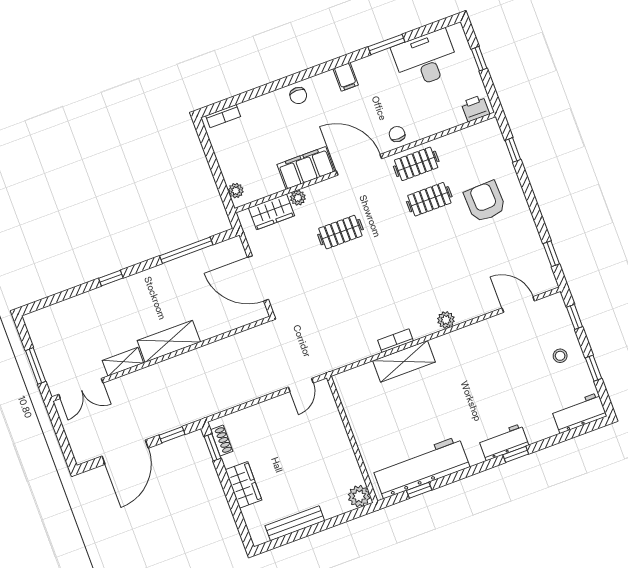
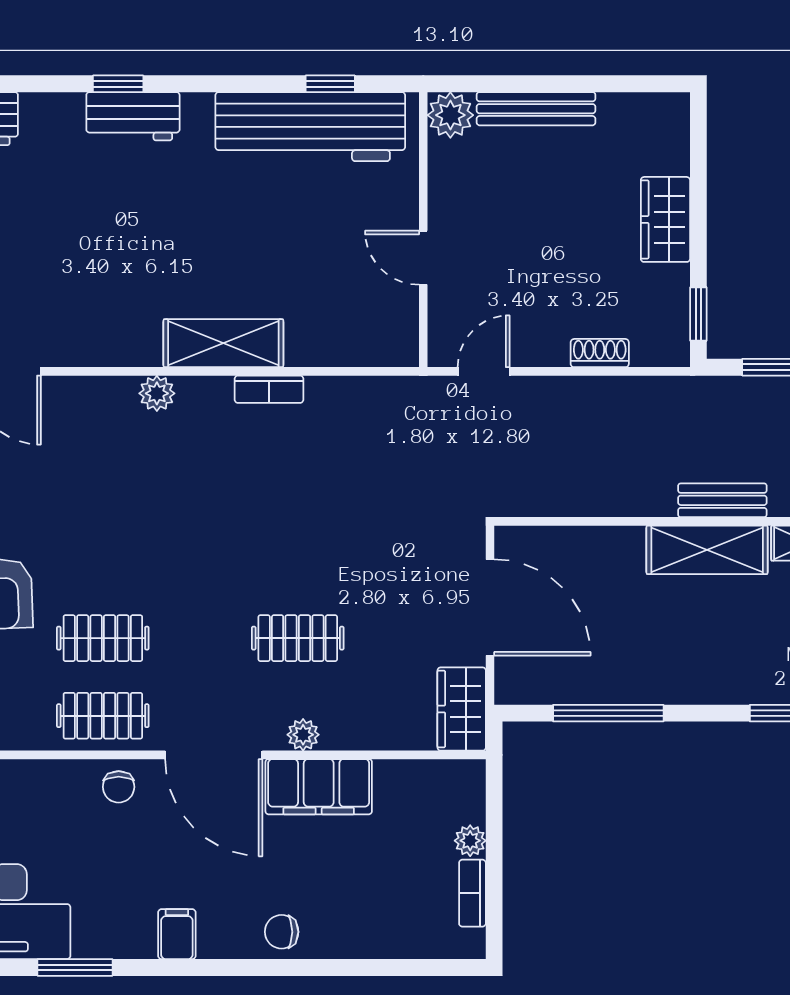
chair: (298, 96) -> (282, 932), turned -90
bookcase: (223, 116) -> (472, 893), moved, turned -90
plant: (236, 191) -> (470, 841), moved
plant: (298, 198) -> (303, 735), moved
wardrobe: (271, 212) -> (462, 709), moved, turned -90
shelving: (404, 361) -> (223, 343), moved
bench: (170, 366) -> (722, 500), added
door: (347, 427) -> (423, 258), added
shoe rack: (222, 441) -> (600, 353), moved, turned 90
bench: (295, 523) -> (536, 109), moved

